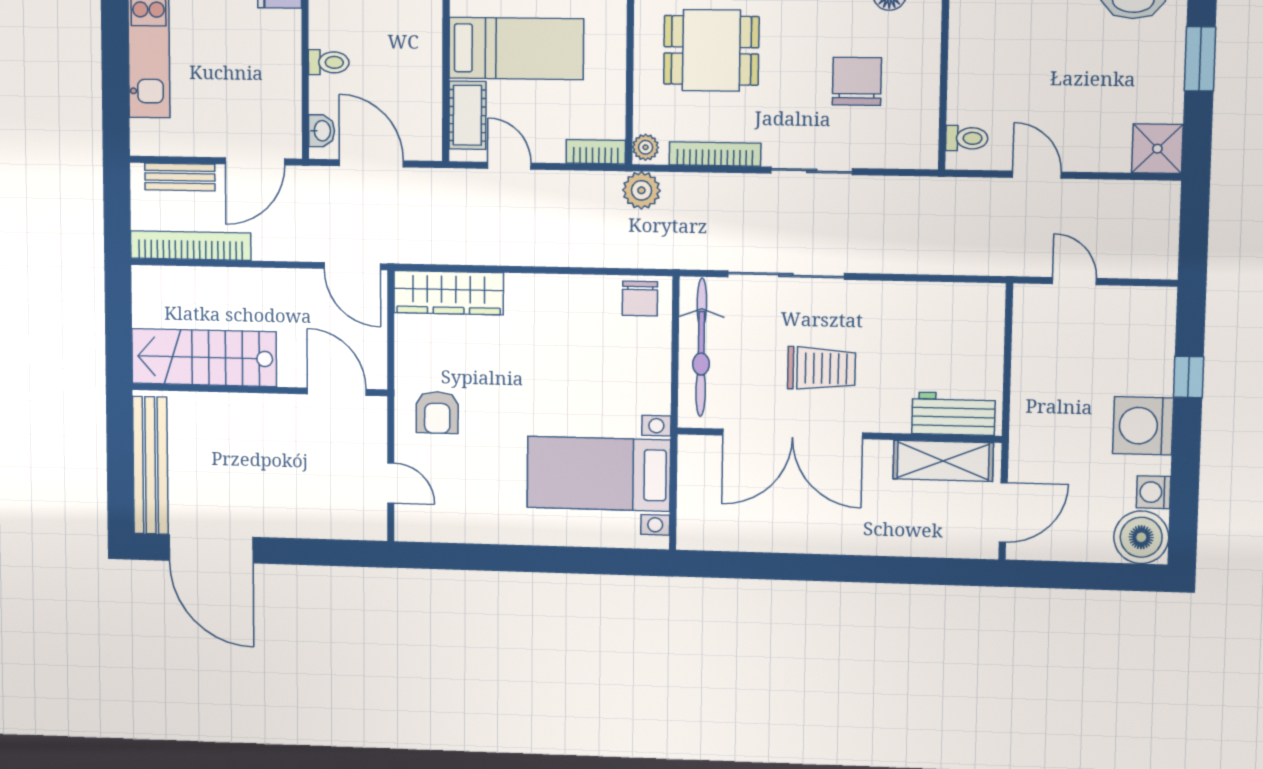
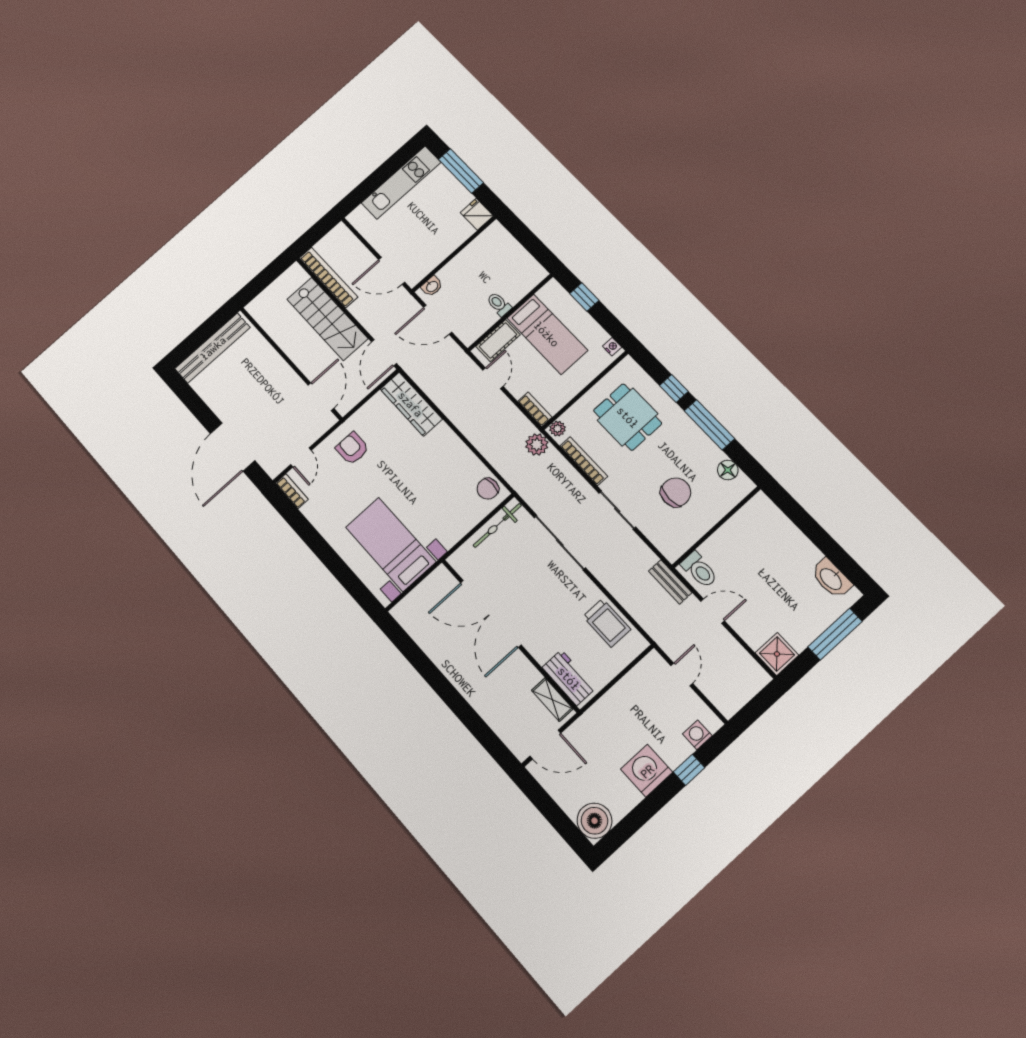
window: (1200, 59) -> (835, 634), width x1.44
toilet: (329, 62) -> (499, 304), moved, turned 180
toilet: (967, 138) -> (699, 570), width x1.37, depth x1.39
door: (371, 163) -> (438, 320), swing flipped
door: (1037, 175) -> (713, 611), hinge flipped
bench: (180, 177) -> (670, 582), moved
bicycle: (701, 347) -> (497, 525), width x0.73, depth x0.71
stairs: (204, 358) -> (327, 319), moved, turned 180
trolley: (821, 368) -> (607, 623), moved
armchair: (437, 413) -> (352, 448), turned 90
shelving: (943, 461) -> (552, 700), width x0.67, depth x0.75
washing machine: (1154, 492) -> (697, 735), moved
bookcase: (423, 531) -> (292, 491), added
door: (211, 549) -> (233, 447), moved

